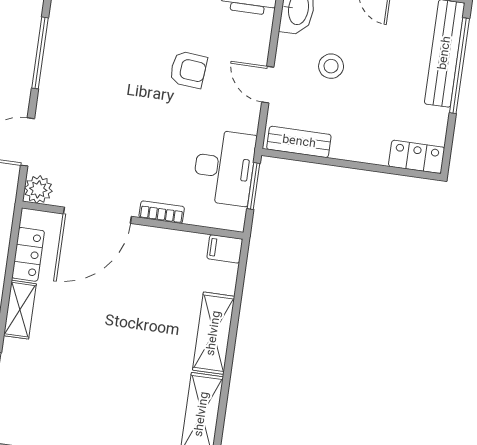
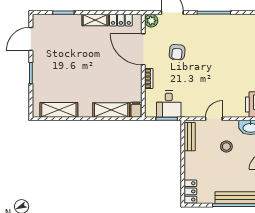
armchair: (188, 70) -> (177, 52), moved
desk: (224, 167) -> (169, 104), width x0.73
shelving: (214, 333) -> (111, 110), moved

